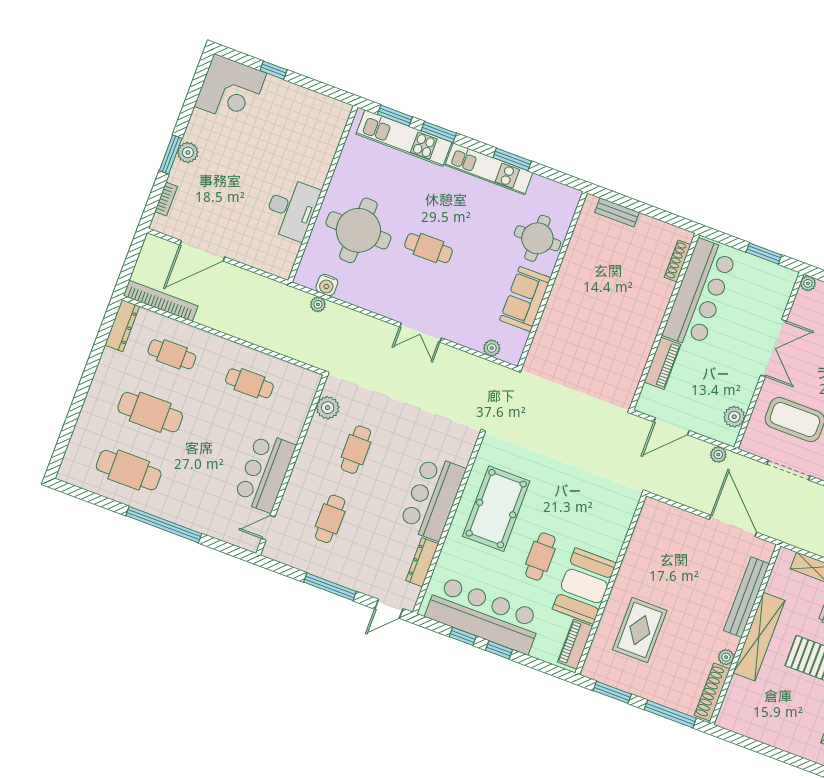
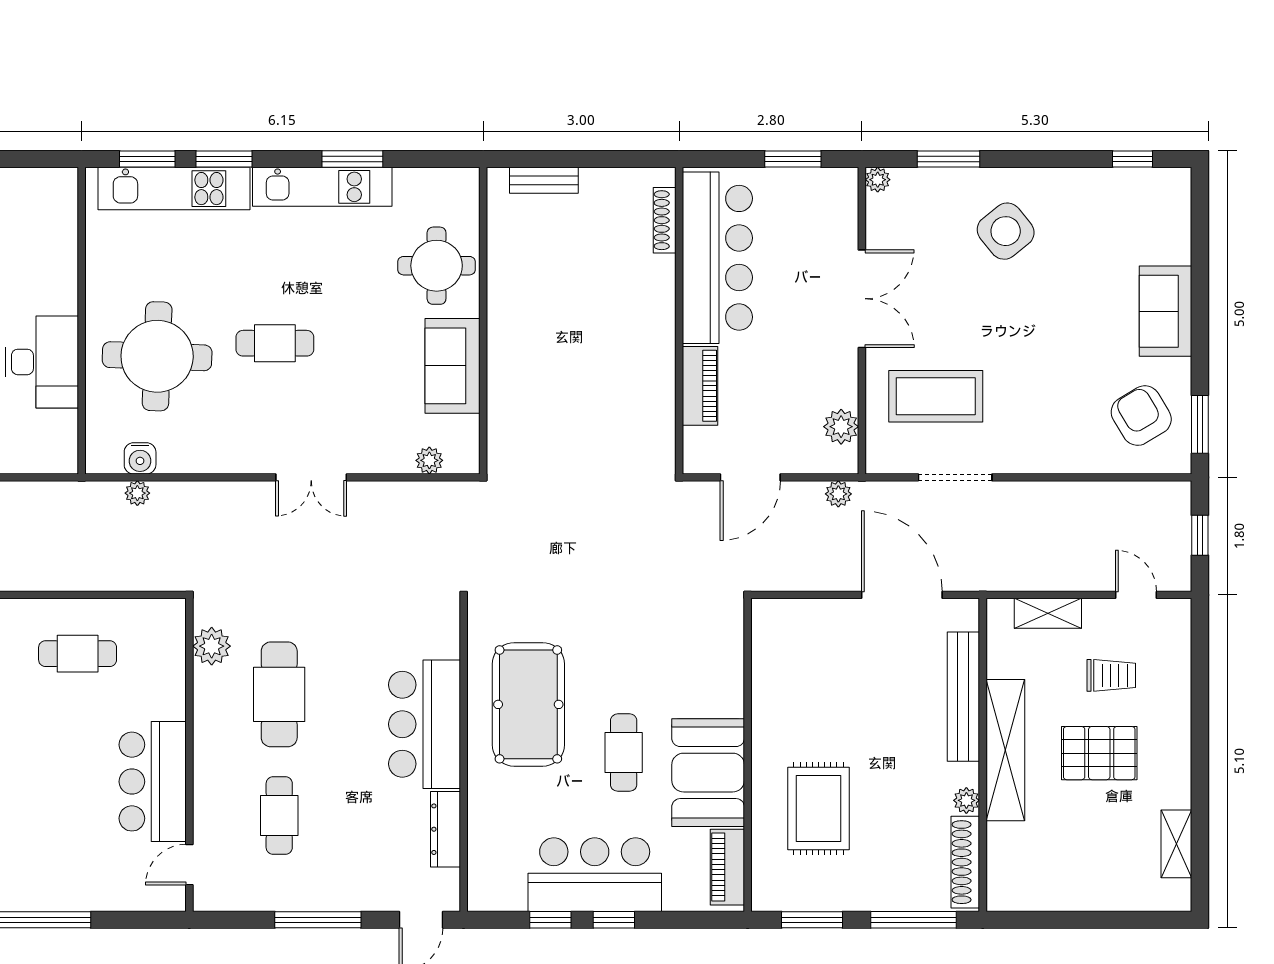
cafe table: (356, 450) -> (279, 694), width x1.37, depth x1.35
bar counter: (484, 615) -> (595, 875), width x0.73

